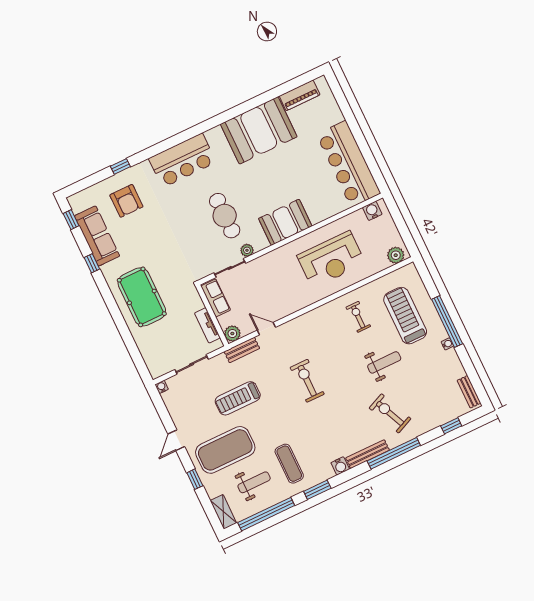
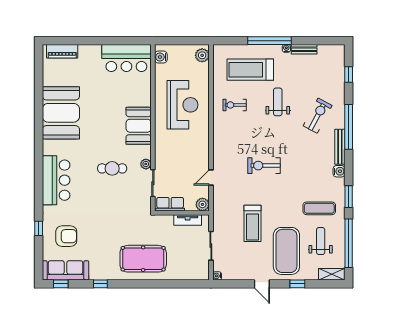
piano: (300, 95) -> (62, 51), moved, turned 90
bar counter: (348, 164) -> (126, 58), width x0.73
cafe table: (225, 216) -> (112, 168), width x0.73, depth x0.74
sofa: (97, 236) -> (65, 270), moved
bench: (242, 350) -> (218, 203), removed
bench: (469, 392) -> (304, 49), moved
exercise bike: (390, 413) -> (318, 116), turned 142

